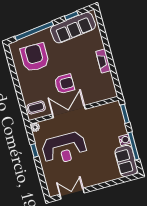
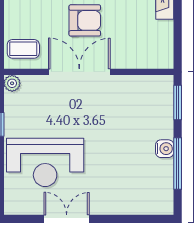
reception desk: (64, 148) -> (45, 162), moved
sofa: (126, 161) -> (158, 187), removed
double door: (72, 194) -> (67, 219), moved

